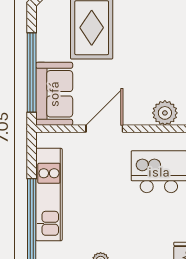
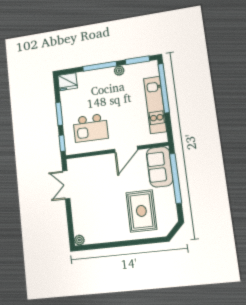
plant: (165, 113) -> (91, 164), removed

